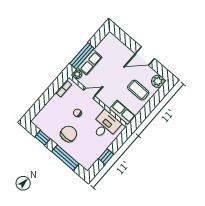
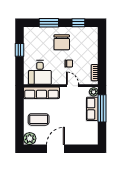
door: (89, 93) -> (73, 86), swing flipped
row of seats: (122, 112) -> (42, 93), width x1.48
window: (65, 158) -> (49, 23), width x0.69

